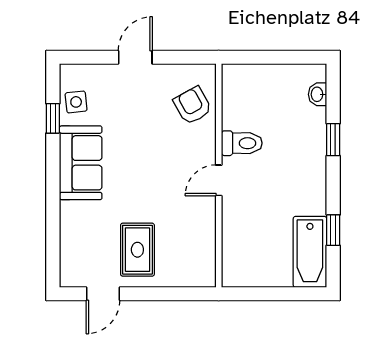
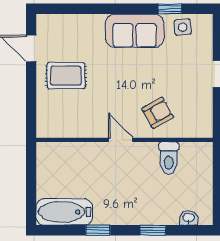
armchair: (192, 105) -> (158, 113), moved
toilet: (242, 143) -> (169, 158), moved
window: (333, 230) -> (98, 230), moved

